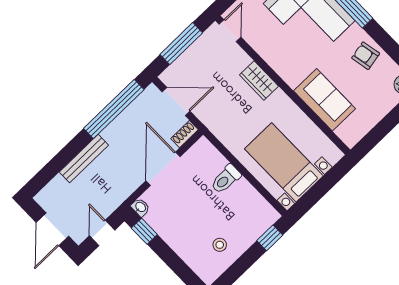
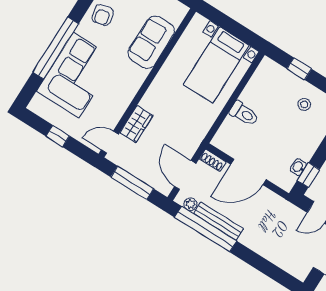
wardrobe: (259, 80) -> (136, 124), moved
plant: (144, 99) -> (190, 204), added
bench: (84, 159) -> (218, 221), moved
washbasin: (140, 207) -> (298, 167), moved
window: (270, 238) -> (299, 69), moved

